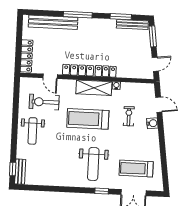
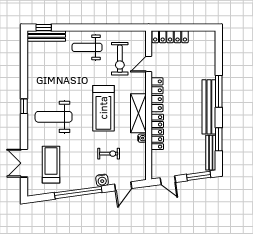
bench: (53, 22) -> (209, 107), moved
locker: (106, 71) -> (157, 132), width x1.53
exercise bike: (44, 102) -> (120, 59), turned 180
treadmill: (88, 119) -> (103, 108), turned 180
window: (162, 145) -> (78, 193), added
bench: (20, 172) -> (46, 36), width x1.36
window: (102, 191) -> (24, 106), moved

